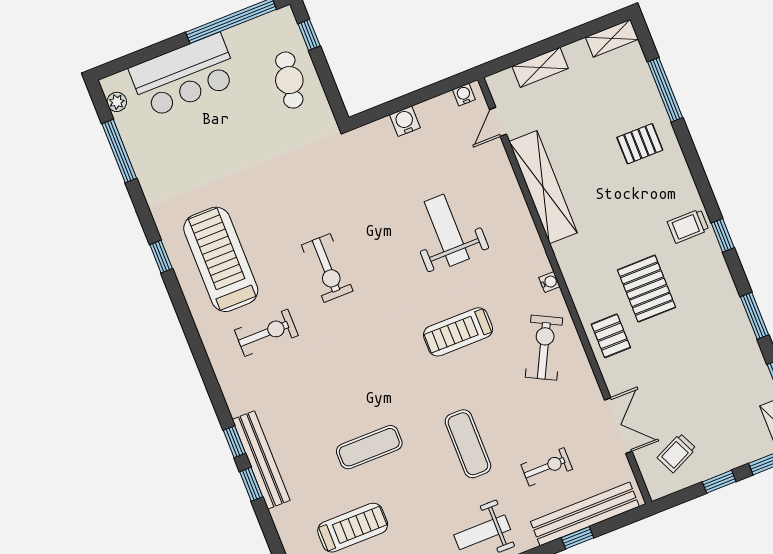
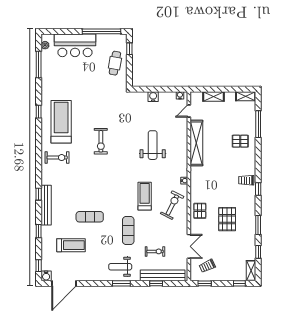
pallet: (647, 289) -> (227, 219), moved
treadmill: (458, 332) -> (145, 196), moved, turned 90
exercise bike: (266, 333) -> (57, 158), moved
window: (719, 482) -> (205, 283), moved
window: (251, 484) -> (39, 231), moved

